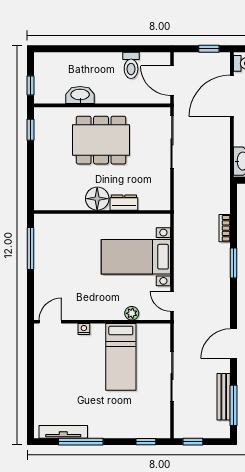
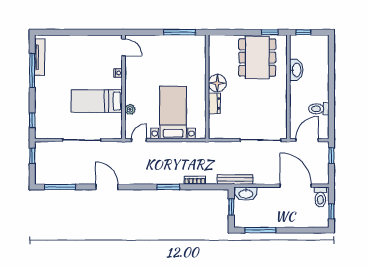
window: (209, 49) -> (331, 156), moved
dining table: (101, 140) -> (257, 58), moved
bench: (224, 397) -> (235, 179), moved

